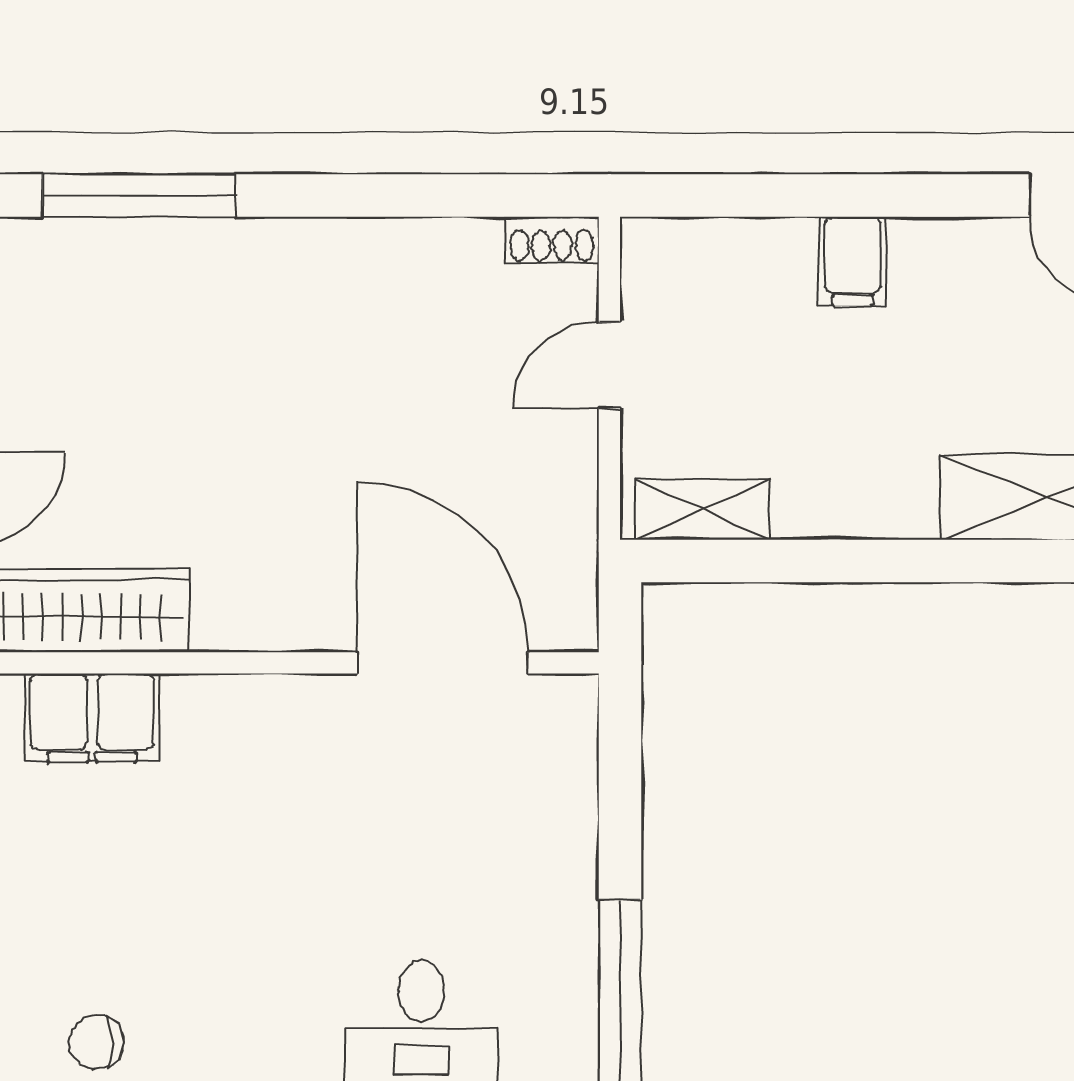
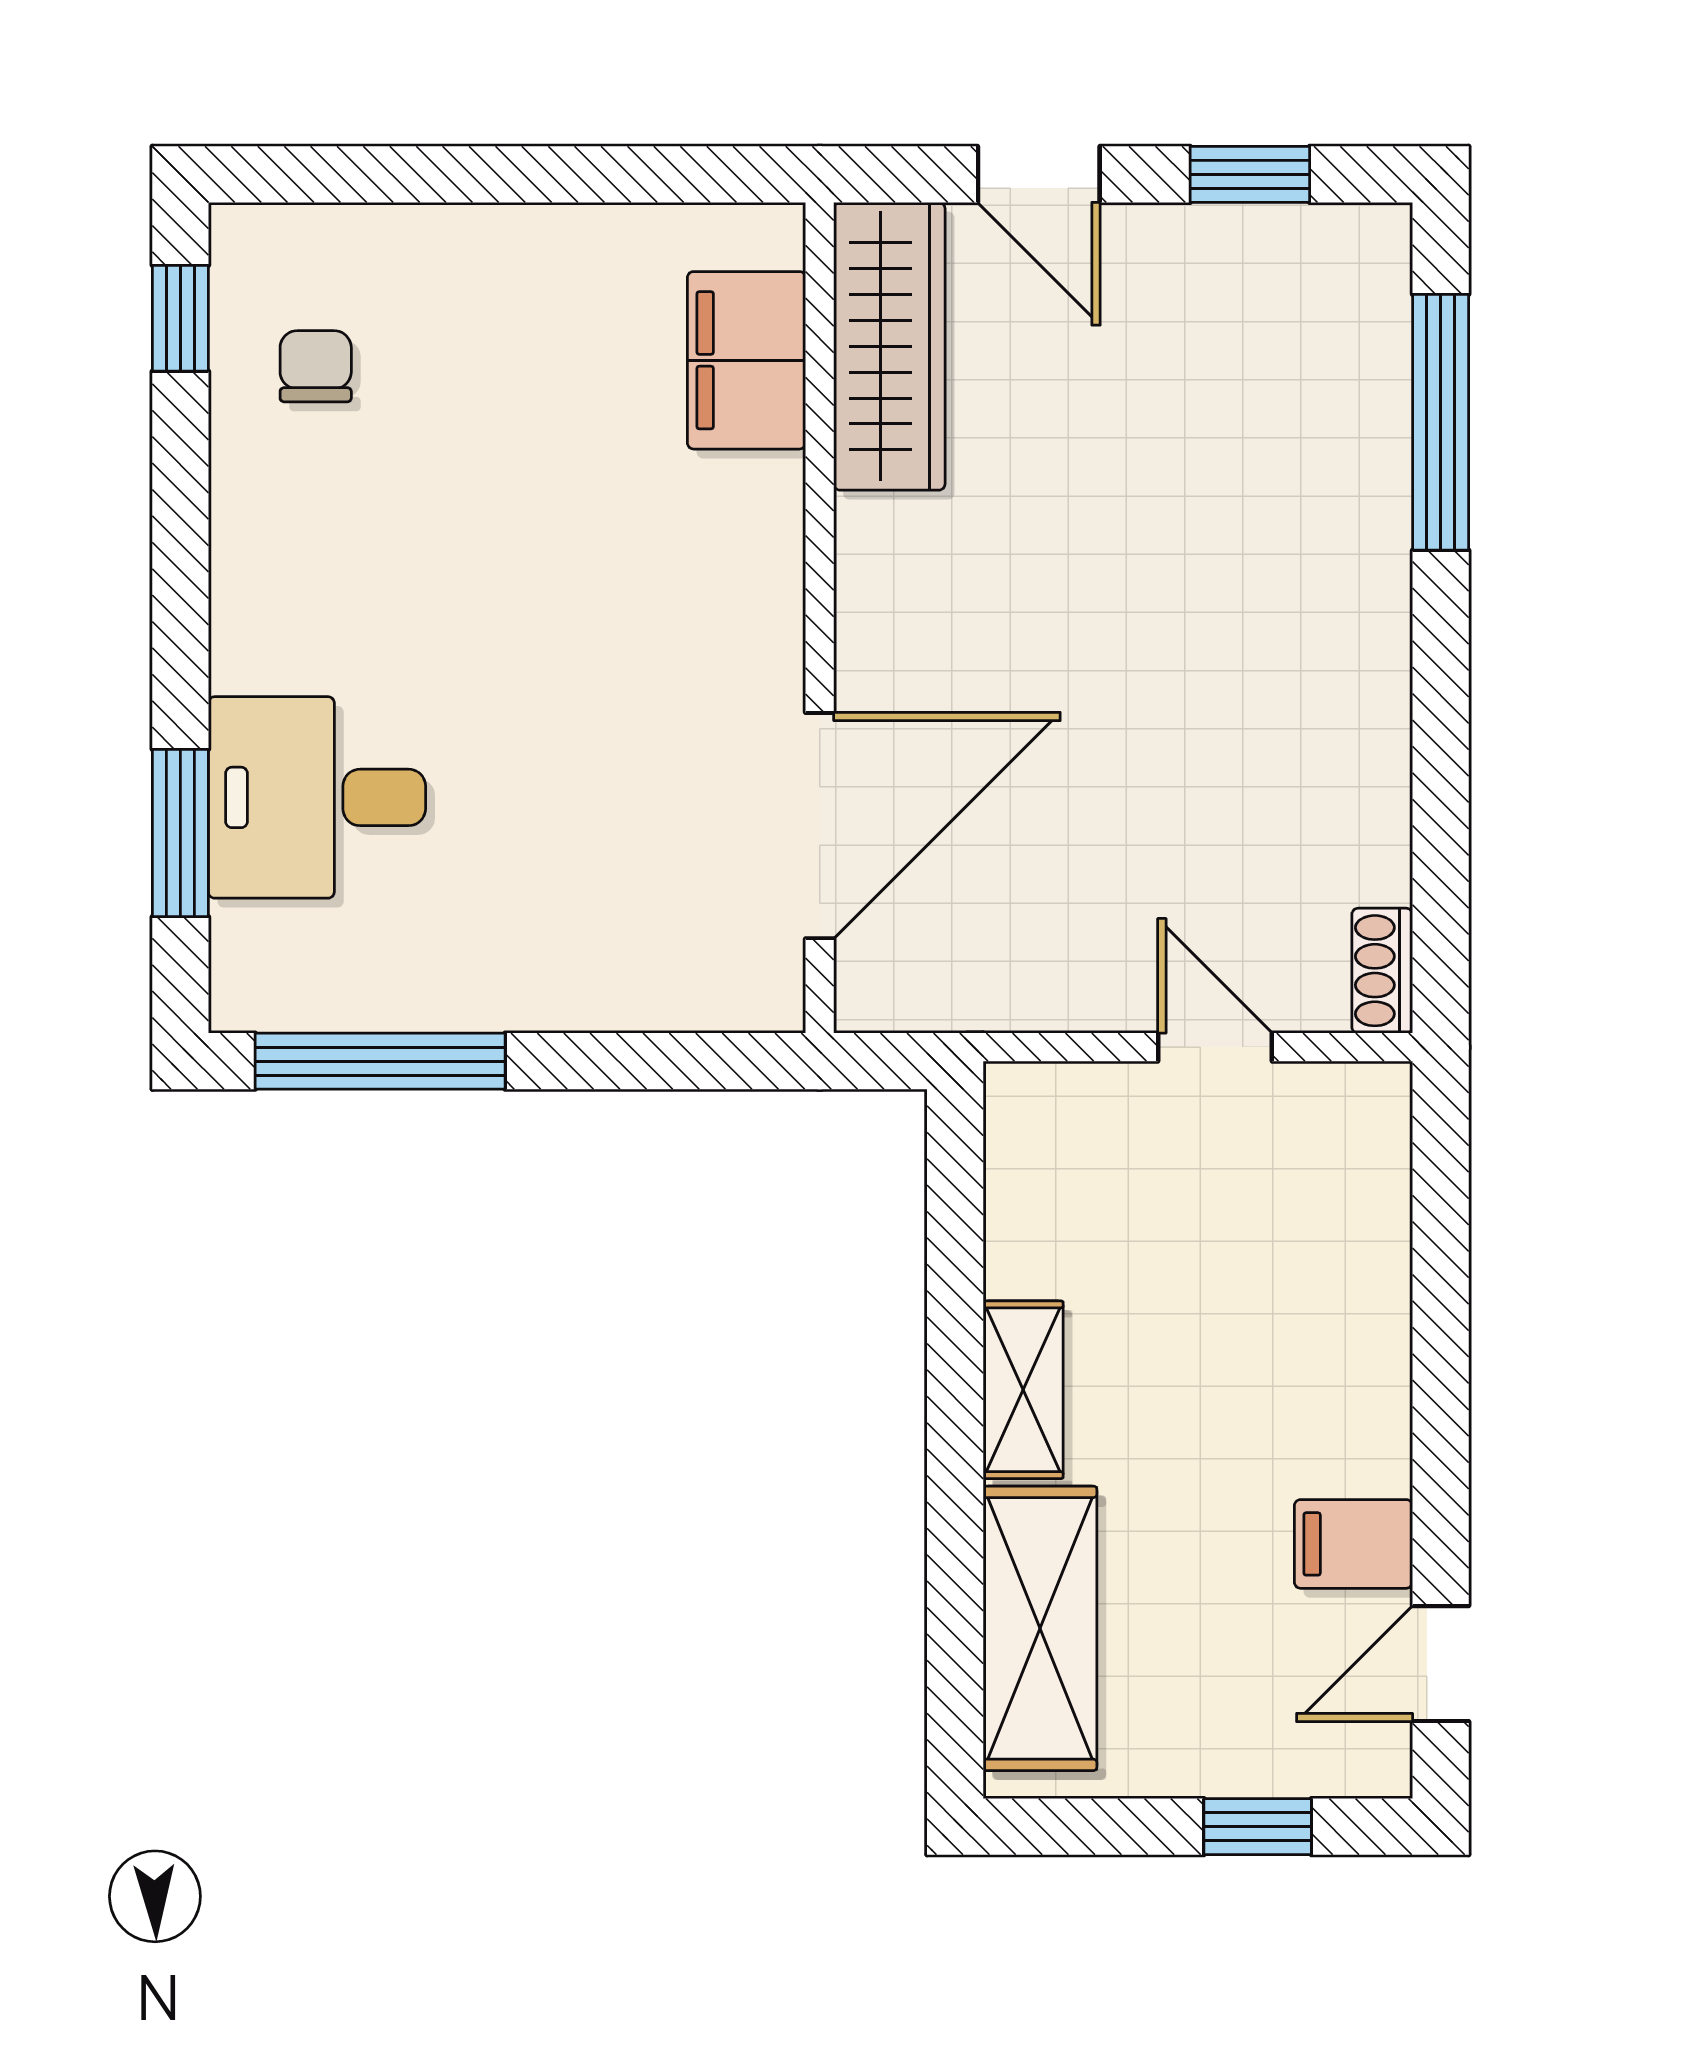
filing cabinet: (852, 261) -> (1353, 1544), moved
shelving: (702, 510) -> (1023, 1390), moved

